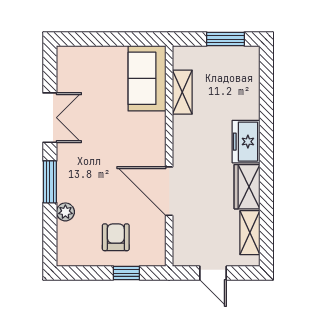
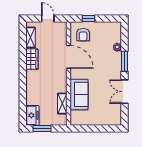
sofa: (147, 78) -> (79, 94), moved
freezer: (246, 142) -> (32, 115), moved
armchair: (116, 237) -> (83, 35), moved

